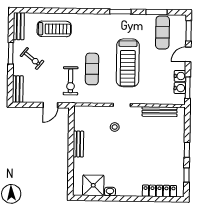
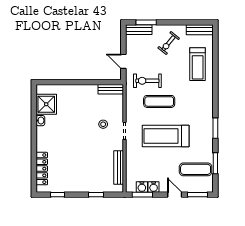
window: (11, 53) -> (146, 22), moved
bench: (78, 144) -> (111, 89), moved
window: (187, 150) -> (96, 195), moved

